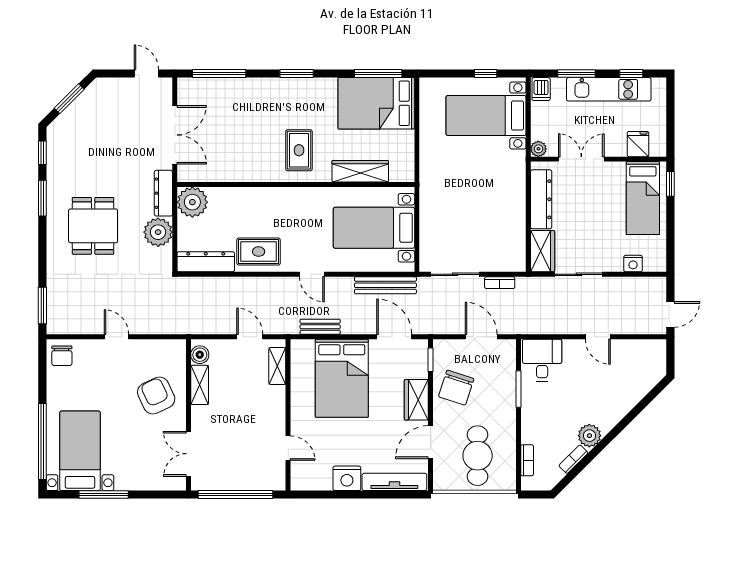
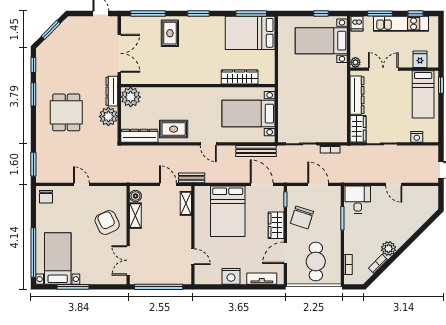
rug: (299, 150) -> (170, 33), moved
bench: (320, 327) -> (192, 178), moved
tv unit: (394, 482) -> (262, 279), width x0.71

